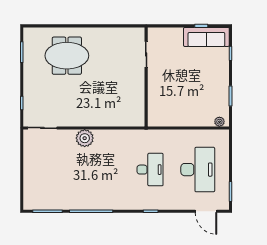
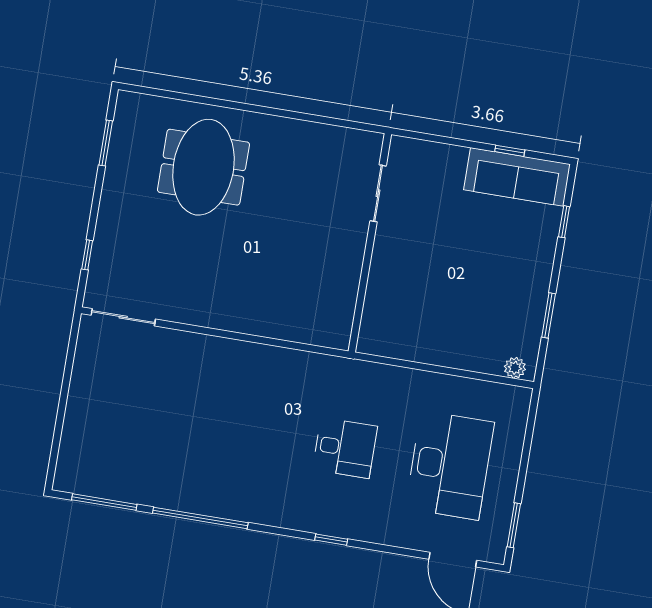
meeting table: (67, 56) -> (203, 167), turned 90
plant: (85, 138) -> (213, 355), removed
desk: (150, 170) -> (345, 448), width x0.73

